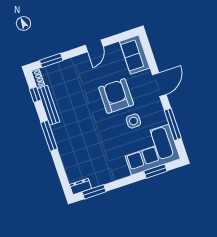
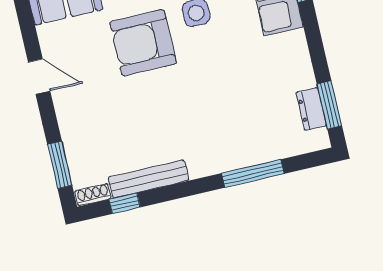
window: (49, 136) -> (253, 173), moved
dresser: (81, 187) -> (311, 109), moved

